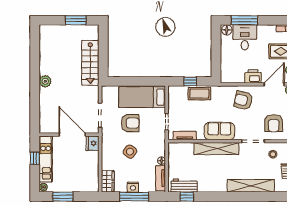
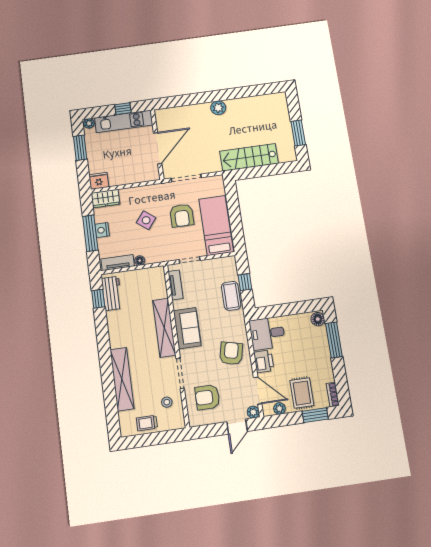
desk: (245, 37) -> (267, 333), moved, turned 180
fridge: (92, 143) -> (99, 181), moved

